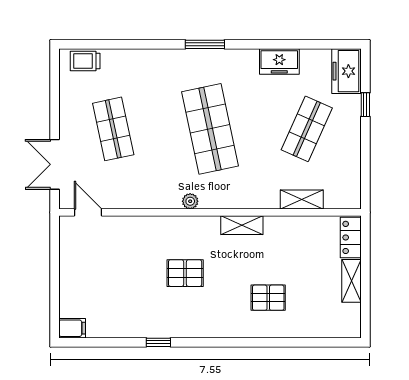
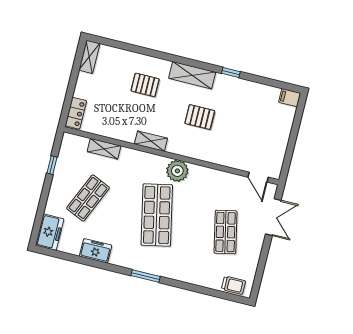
window: (365, 105) -> (52, 165), moved
plant: (190, 201) -> (177, 171), width x1.88, depth x1.88
shelving: (351, 281) -> (89, 57), moved
shelving: (209, 326) -> (192, 75), added

